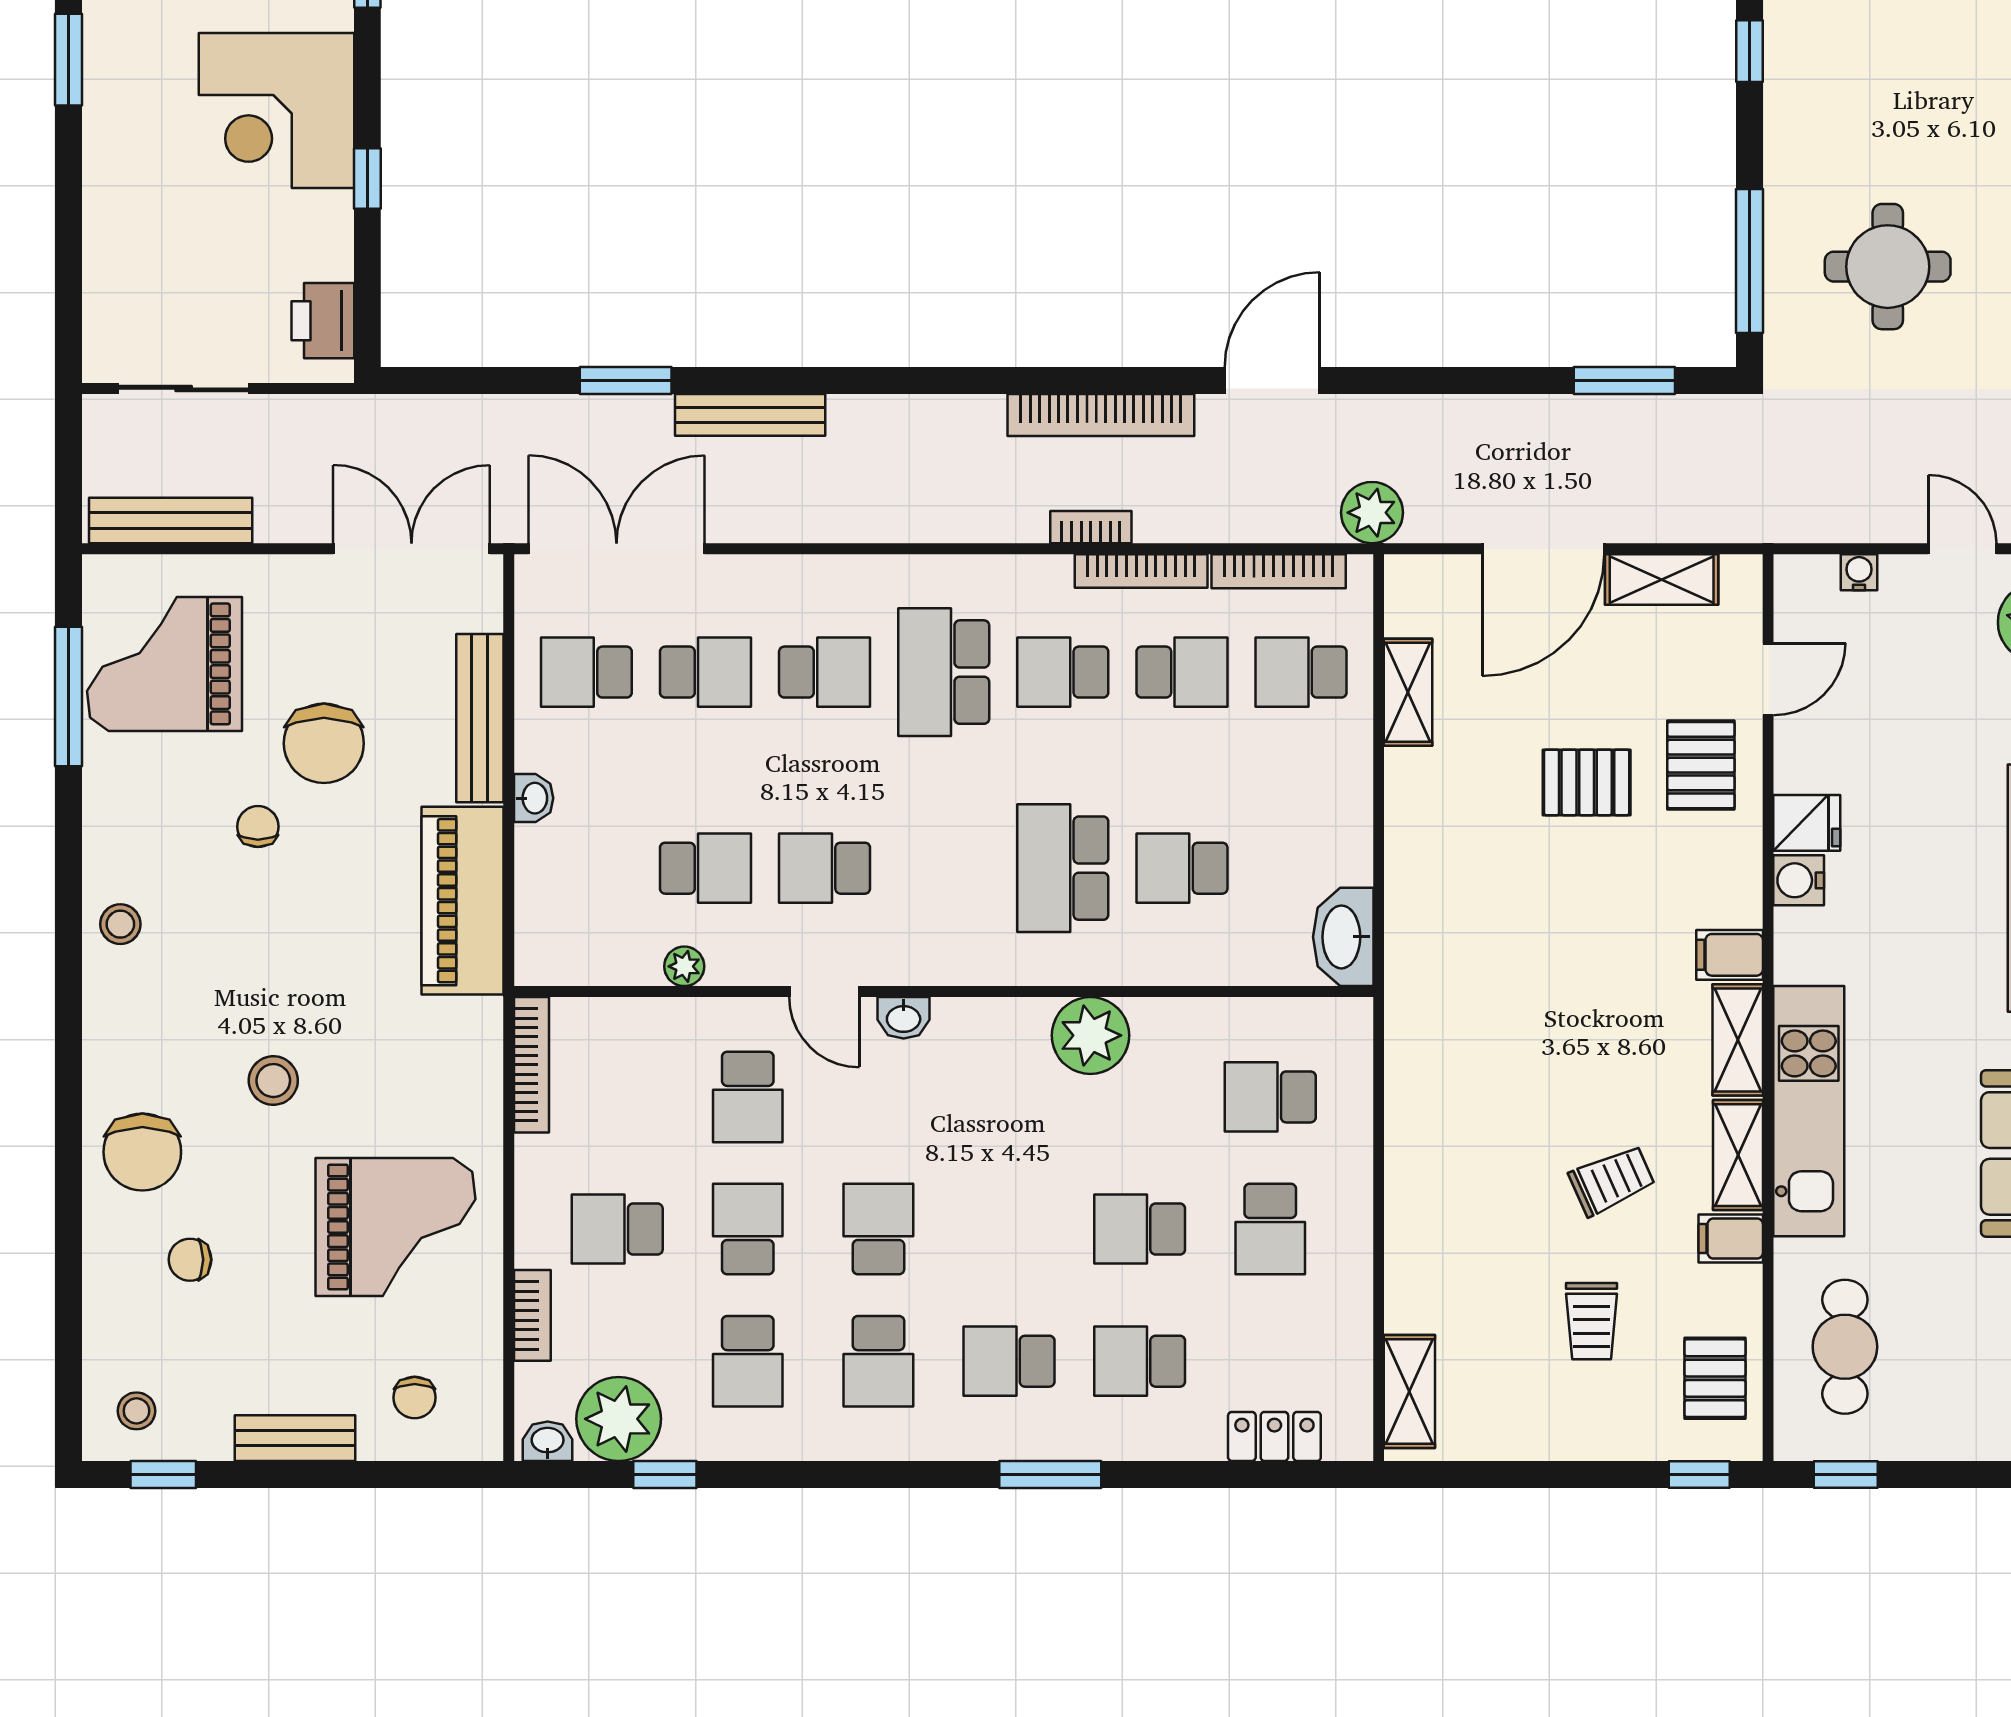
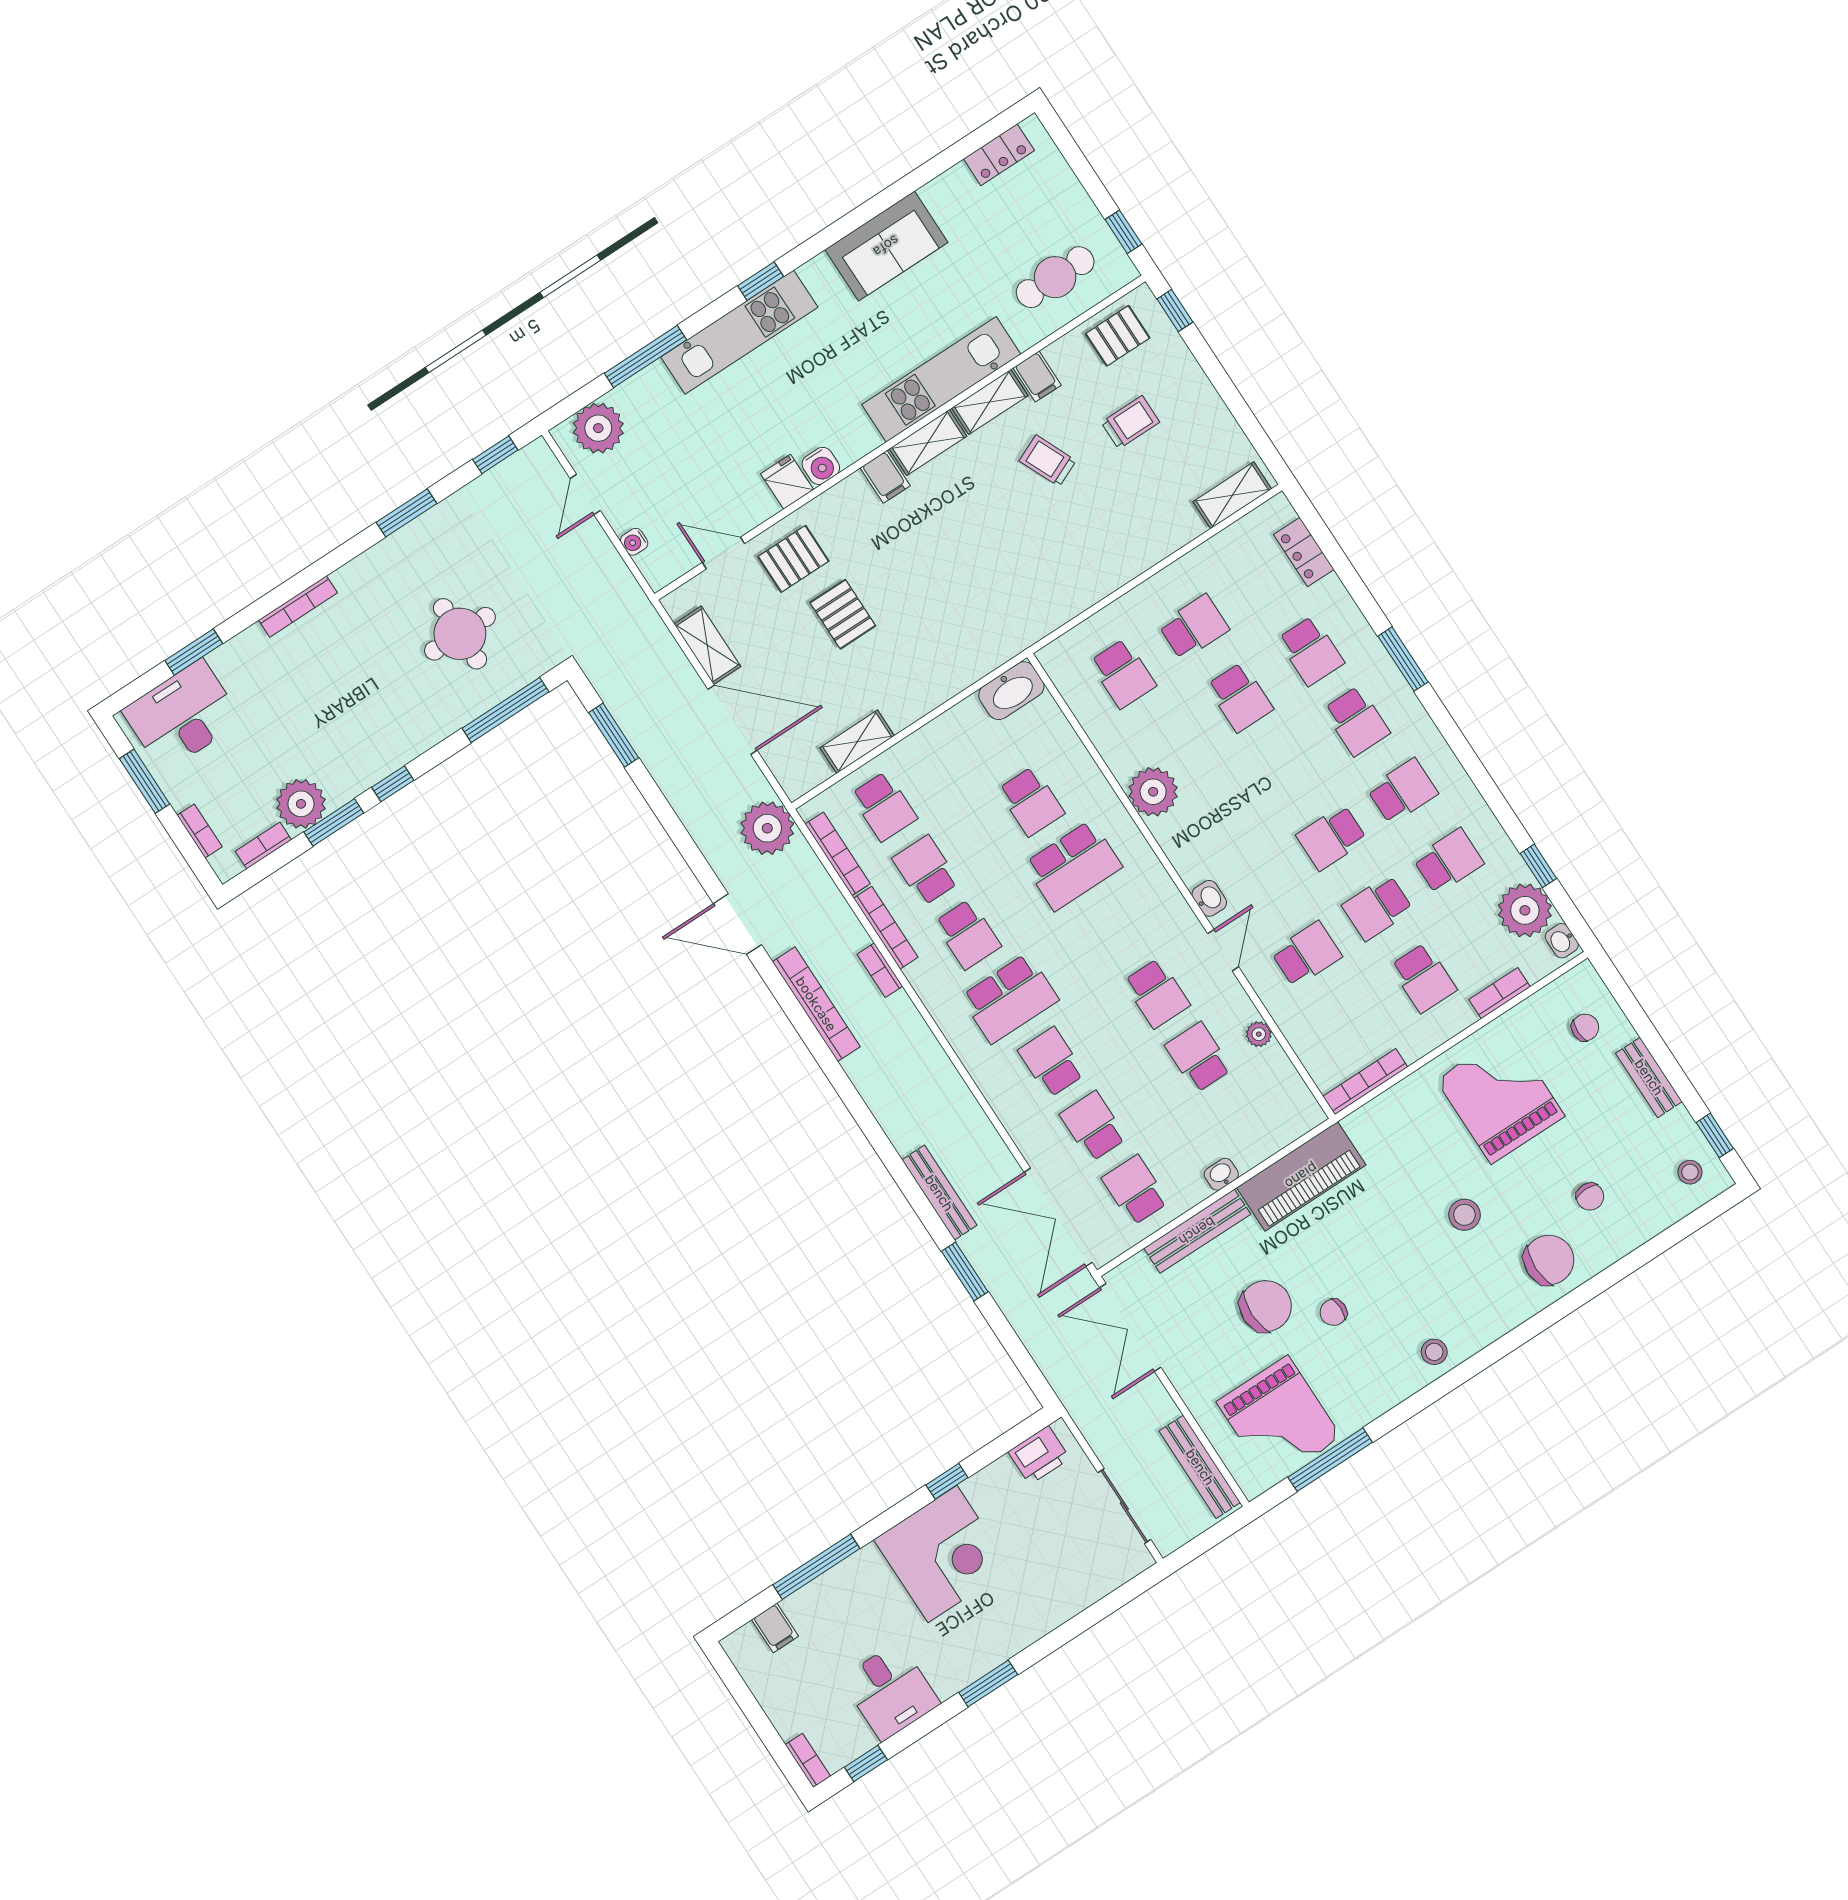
plant: (1372, 513) -> (767, 828), width x1.36, depth x1.36
school desk: (586, 672) -> (1135, 1190), turned 180

